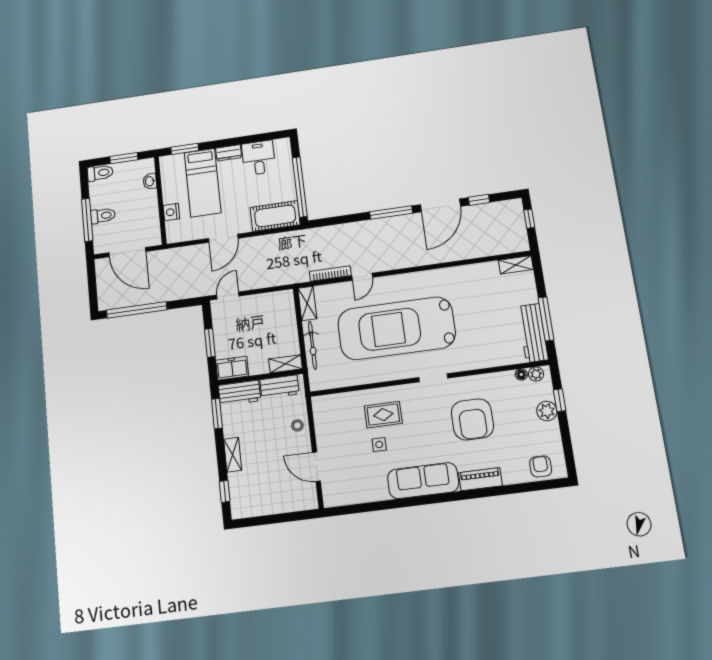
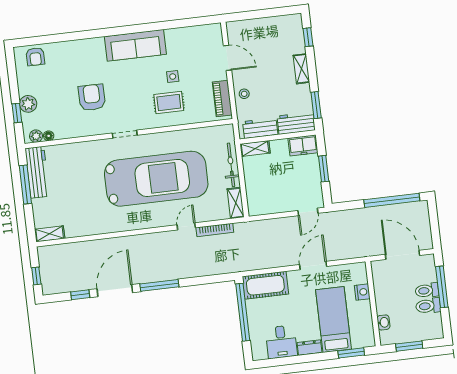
toilet: (100, 173) -> (428, 306), moved
armchair: (472, 419) -> (92, 97), width x0.73, depth x0.73
piano: (480, 479) -> (222, 98), moved, turned 90

